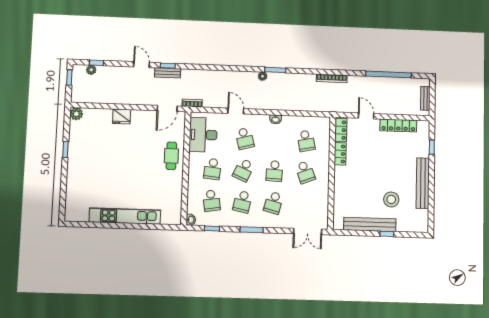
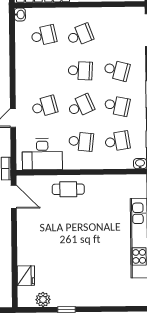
plant: (76, 114) -> (43, 300), moved
fridge: (122, 116) -> (26, 276), moved
washbasin: (275, 119) -> (20, 14), moved
school desk: (244, 170) -> (81, 106), turned -48

